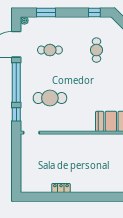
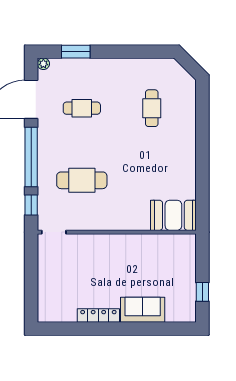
window: (94, 12) -> (149, 52), removed
sofa: (90, 184) -> (143, 310), added
locker: (61, 188) -> (98, 316), width x1.53

